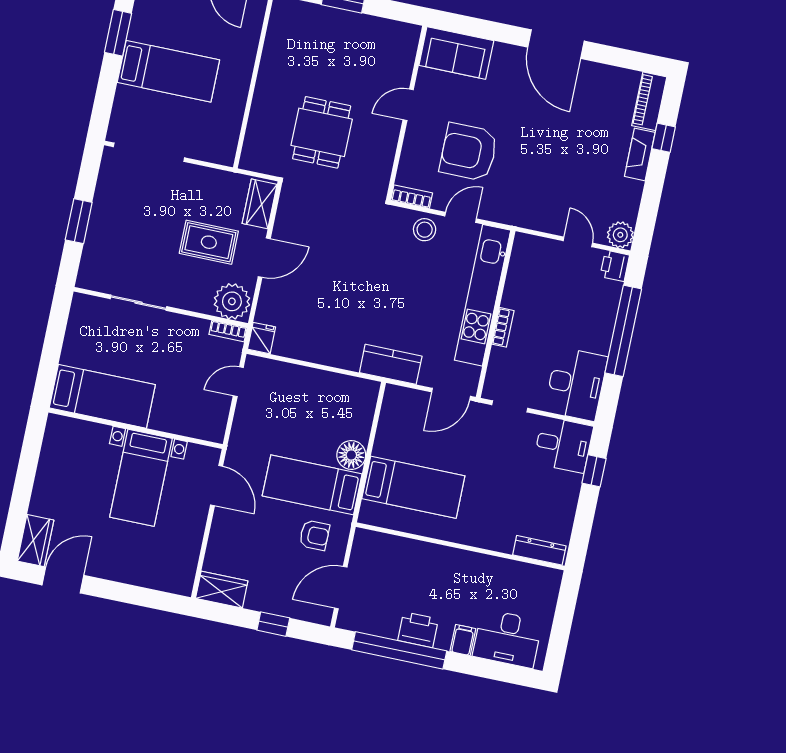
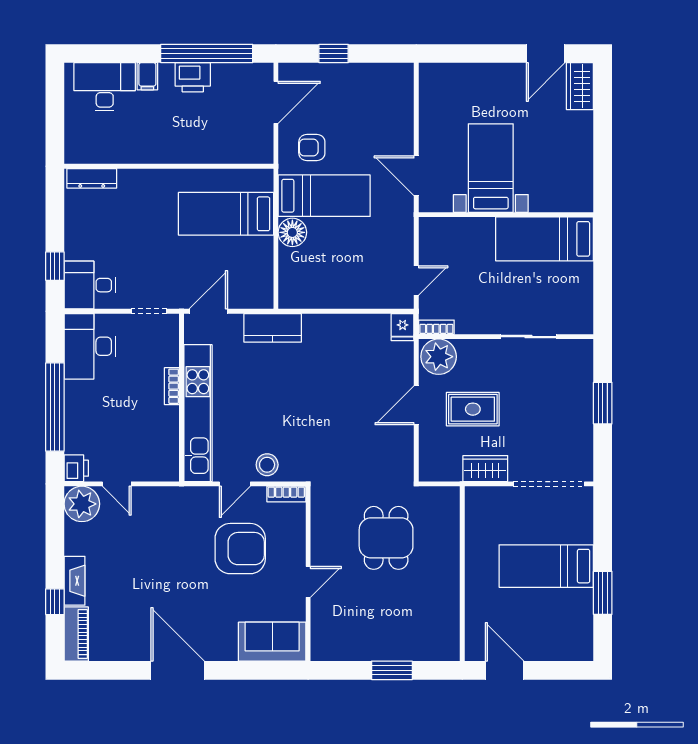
wardrobe: (260, 204) -> (485, 469), moved, turned -90
plant: (620, 235) -> (82, 504), width x1.36, depth x1.36
wardrobe: (222, 590) -> (390, 76), removed

